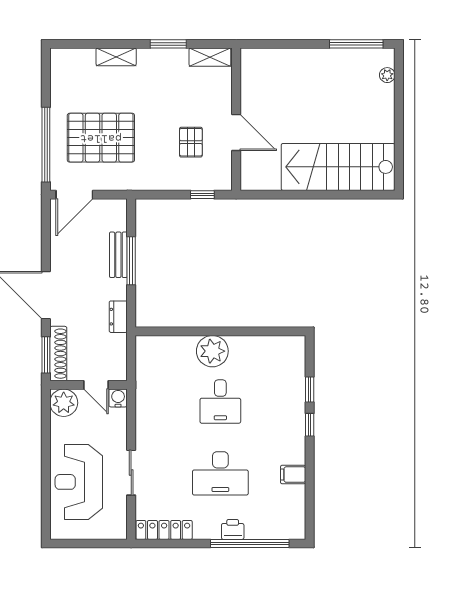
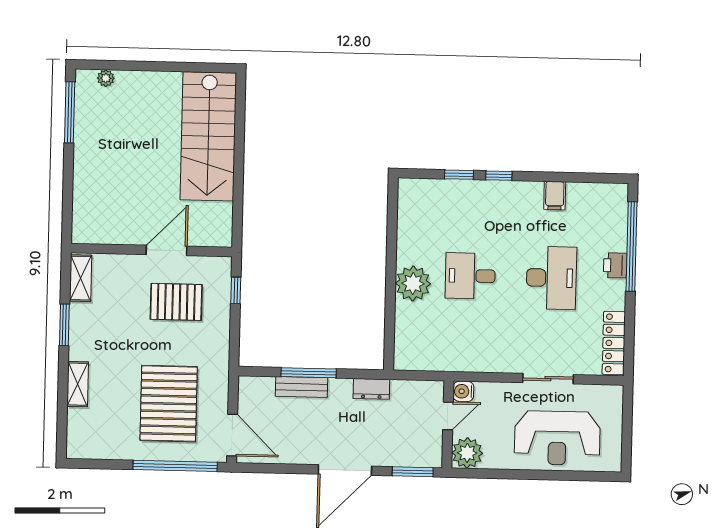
pallet: (191, 142) -> (176, 302), width x1.50, depth x1.42
shoe rack: (58, 354) -> (412, 458), removed
desk: (220, 402) -> (470, 276), turned 180

